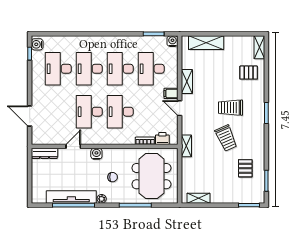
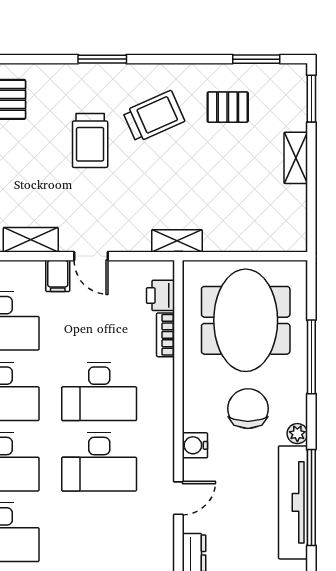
door: (180, 108) -> (91, 256), hinge flipped
trolley: (226, 138) -> (154, 116), moved
door: (73, 146) -> (178, 498), swing flipped
meeting table: (151, 176) -> (246, 320), turned 90
chair: (113, 177) -> (248, 409), width x1.87, depth x1.87
shelving: (198, 198) -> (296, 158), moved

